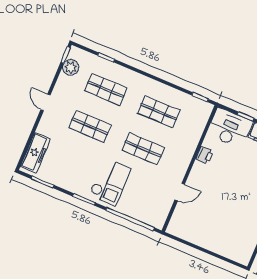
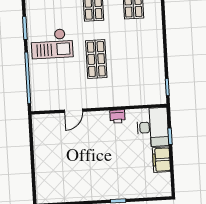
shop shelf: (159, 112) -> (136, 57), removed
door: (180, 192) -> (74, 111), hinge flipped

